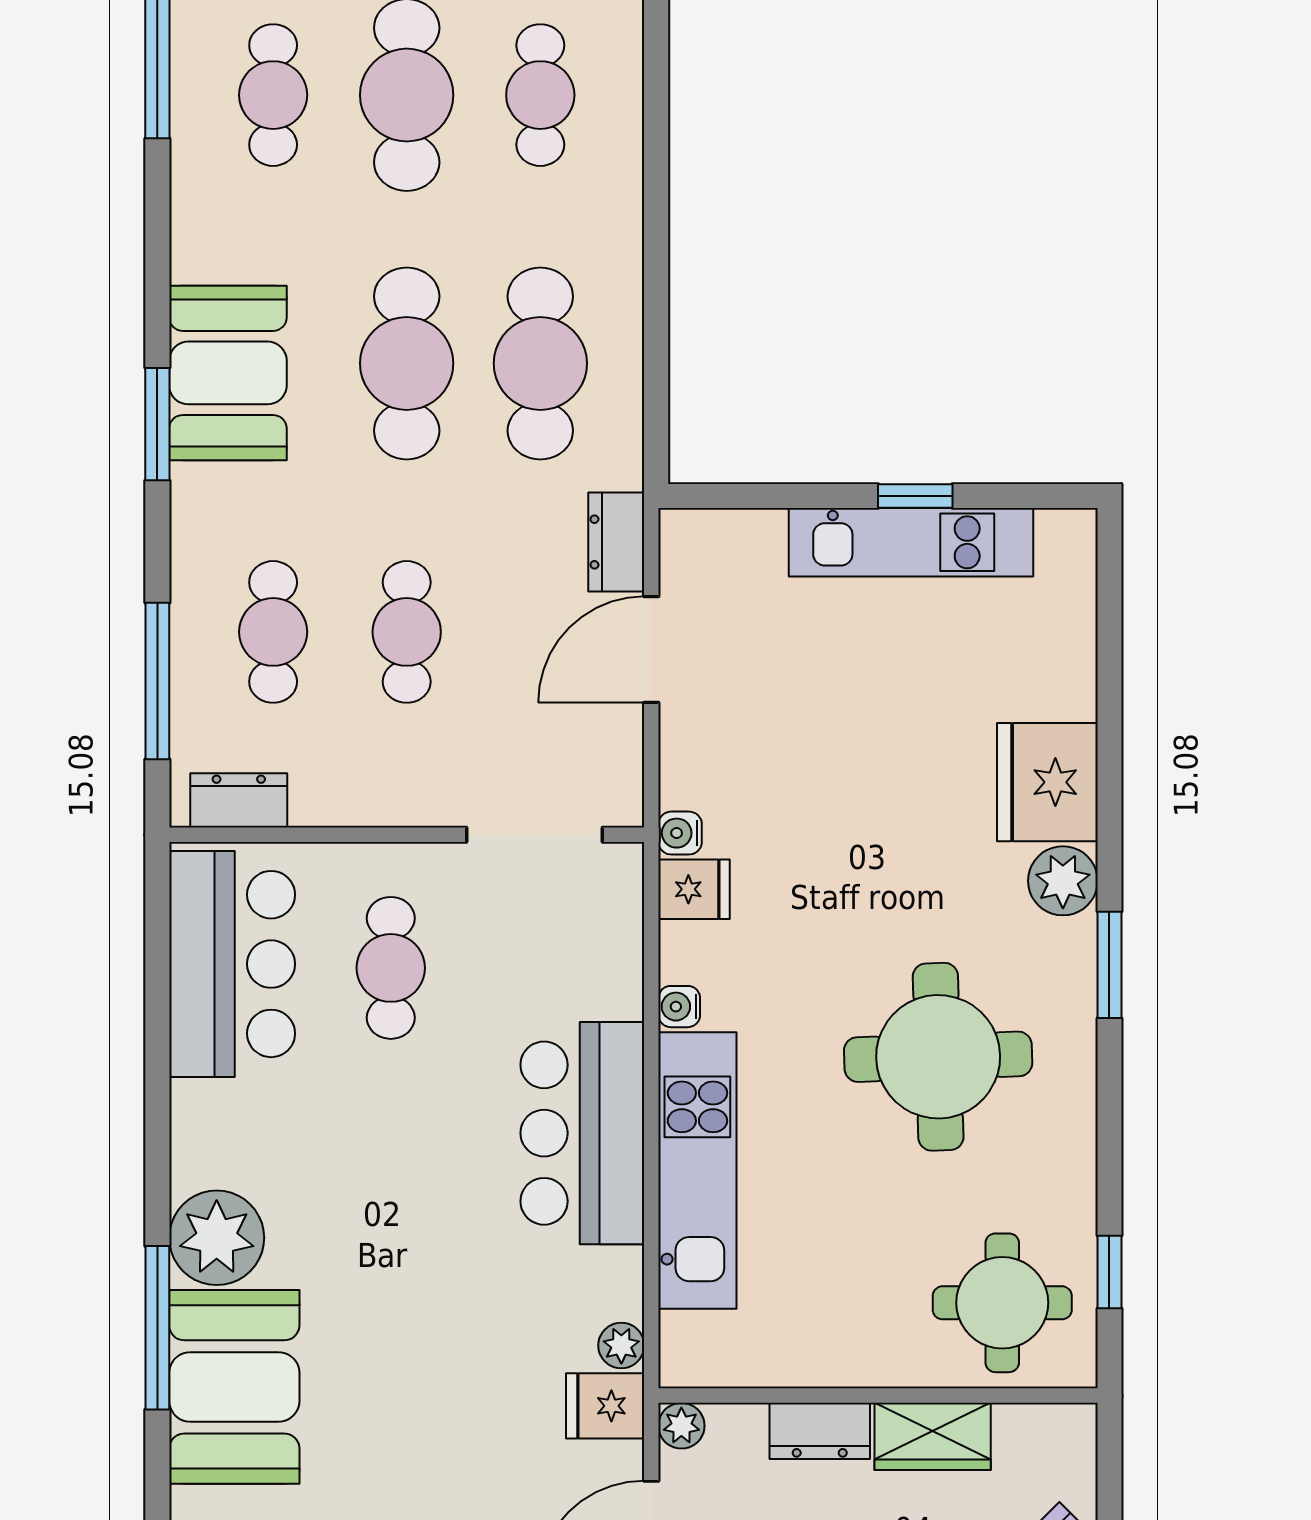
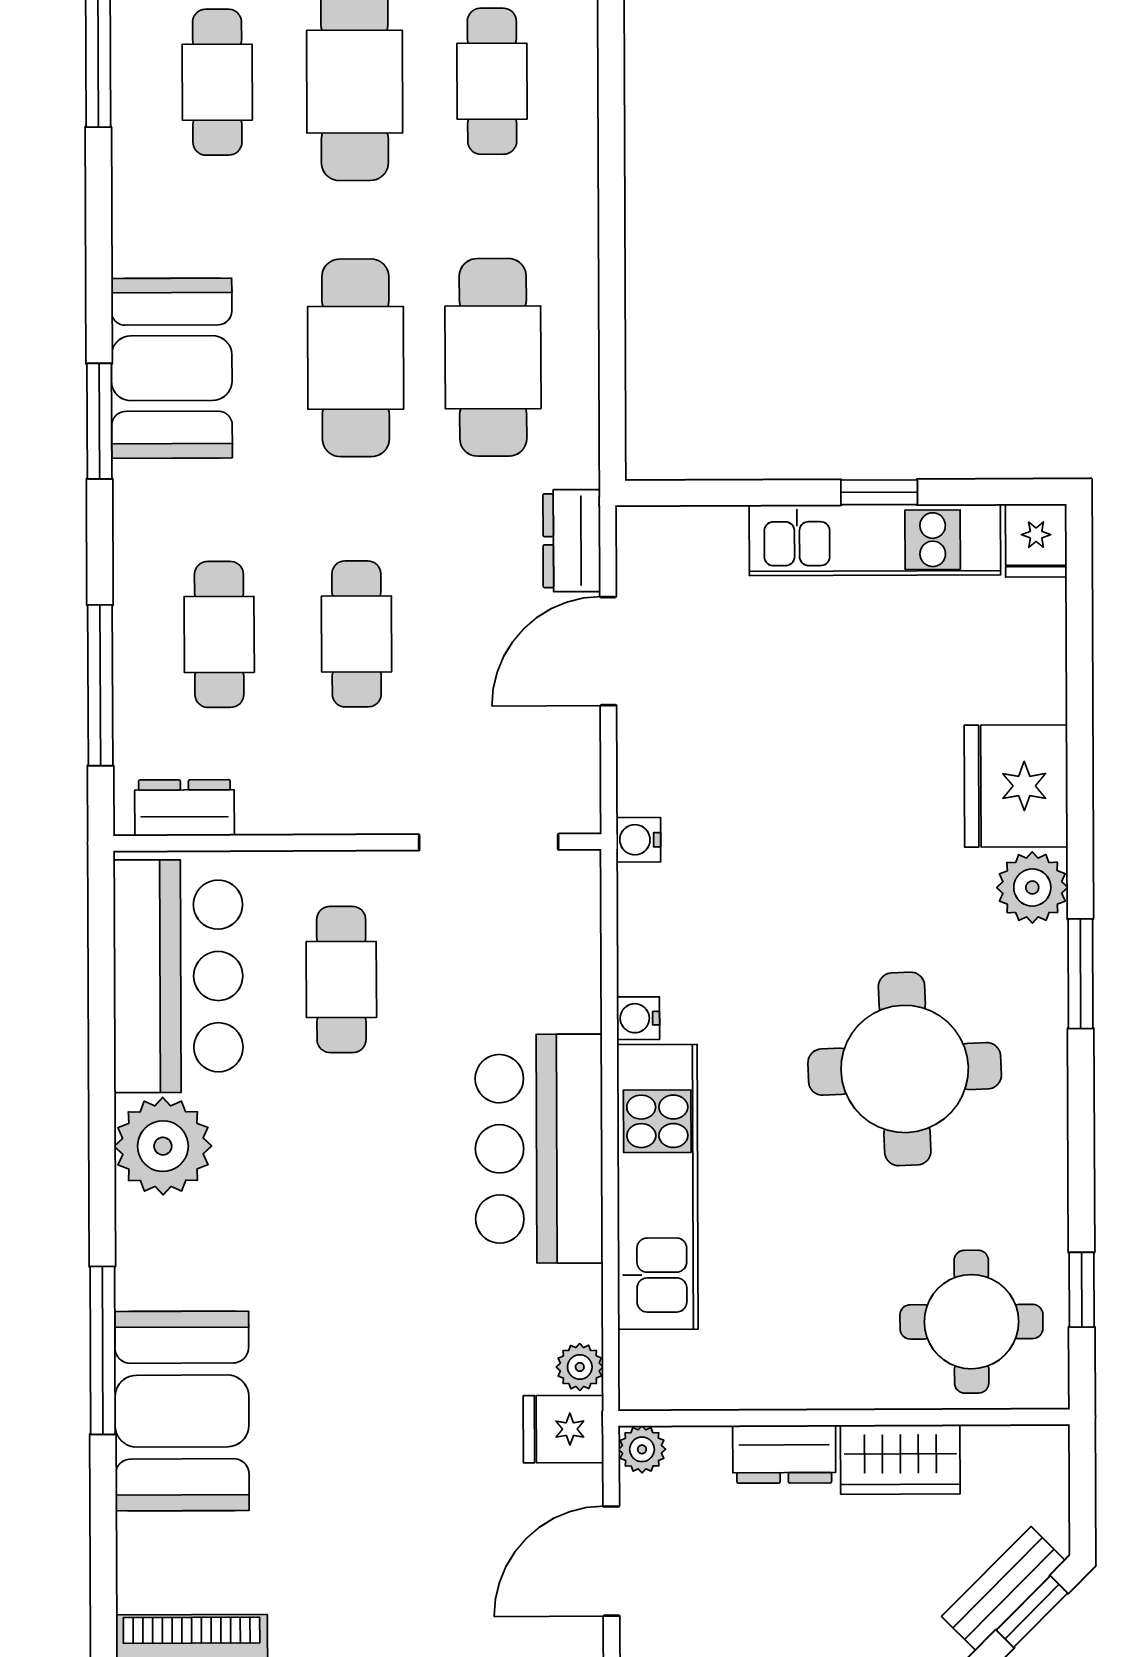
fridge: (694, 889) -> (1036, 540), moved, turned 90
plant: (217, 1238) -> (163, 1146), moved

